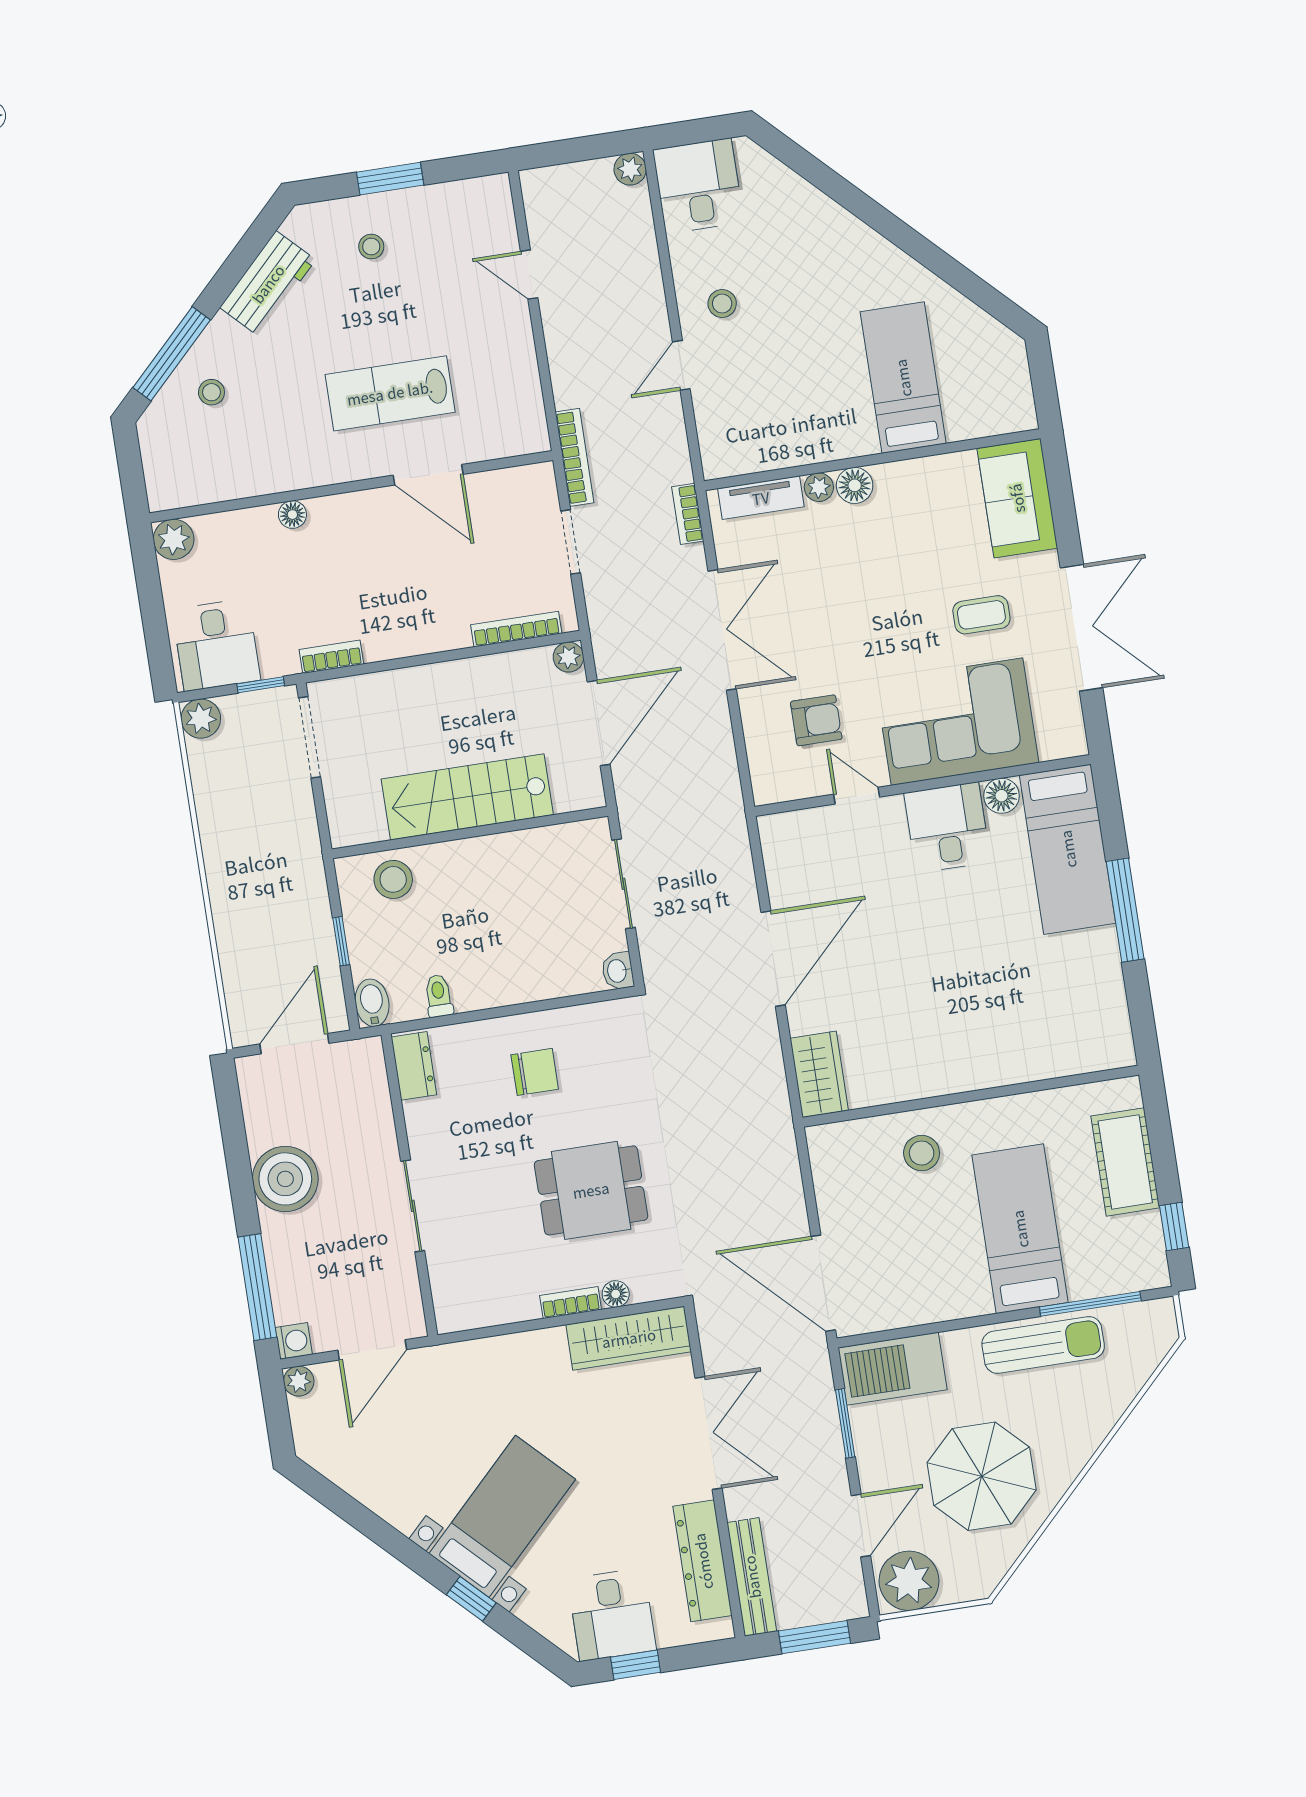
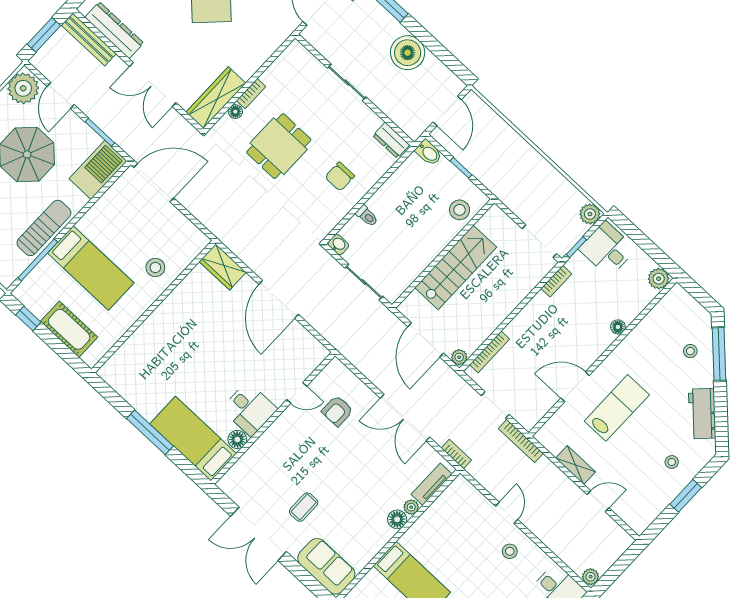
shelving: (520, 356) -> (576, 465), added
corner sofa: (957, 722) -> (279, 455), removed
toilet: (439, 996) -> (367, 216), moved
sun lounger: (1043, 1345) -> (44, 228), turned 180

